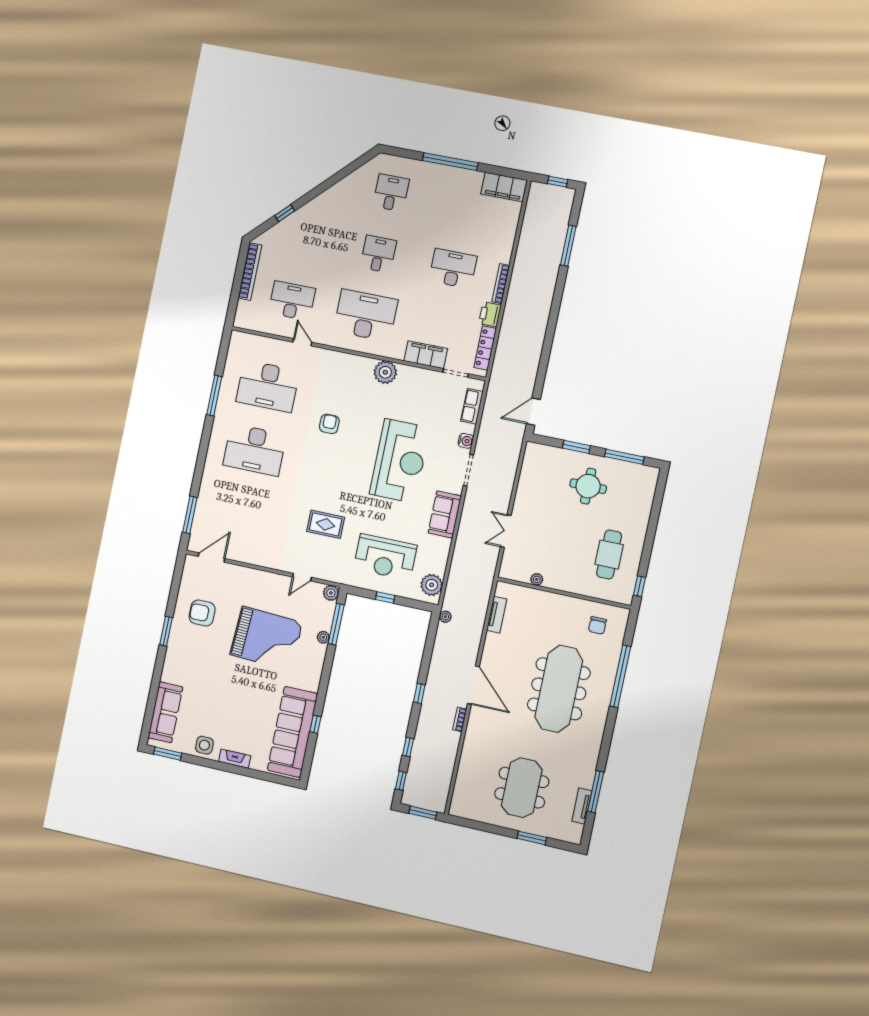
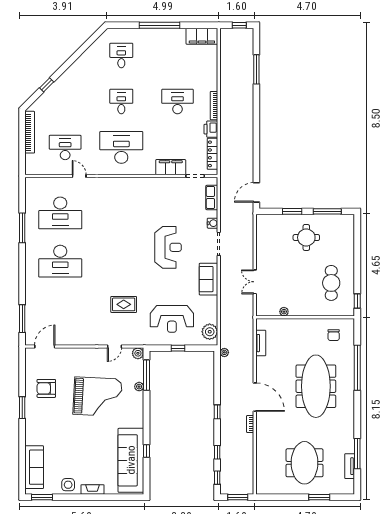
plant: (385, 372) -> (144, 186), removed
armchair: (329, 424) -> (111, 231), removed
reception desk: (400, 461) -> (168, 247), width x0.74, depth x0.77

